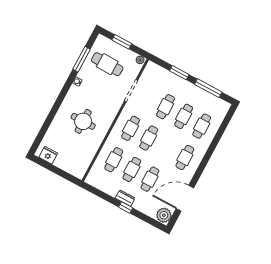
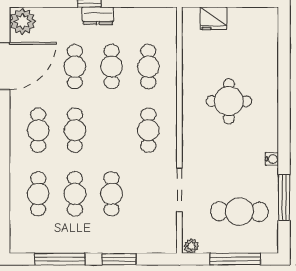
window: (122, 42) -> (235, 259), width x1.44
cafe table: (149, 138) -> (75, 130), moved
fridge: (48, 155) -> (213, 18), moved

